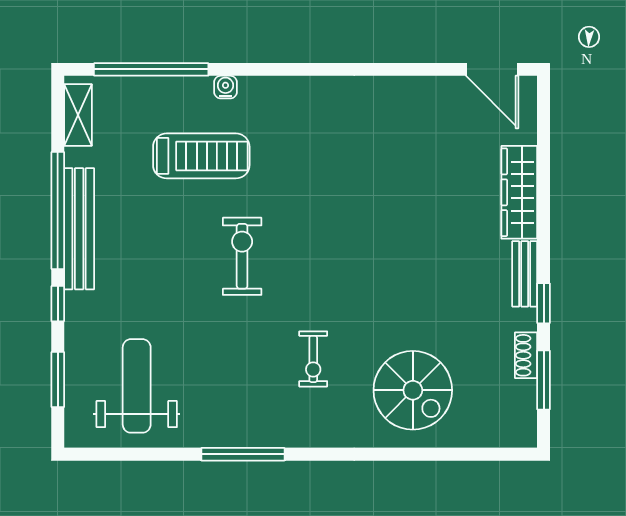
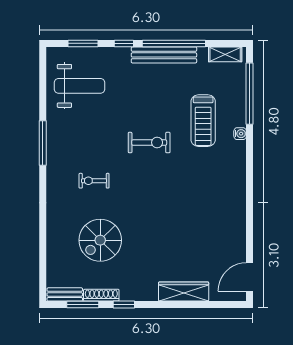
bench: (525, 274) -> (65, 294), moved
shoe rack: (526, 355) -> (101, 295), width x1.43
spiral stairs: (413, 390) -> (100, 240), moved

